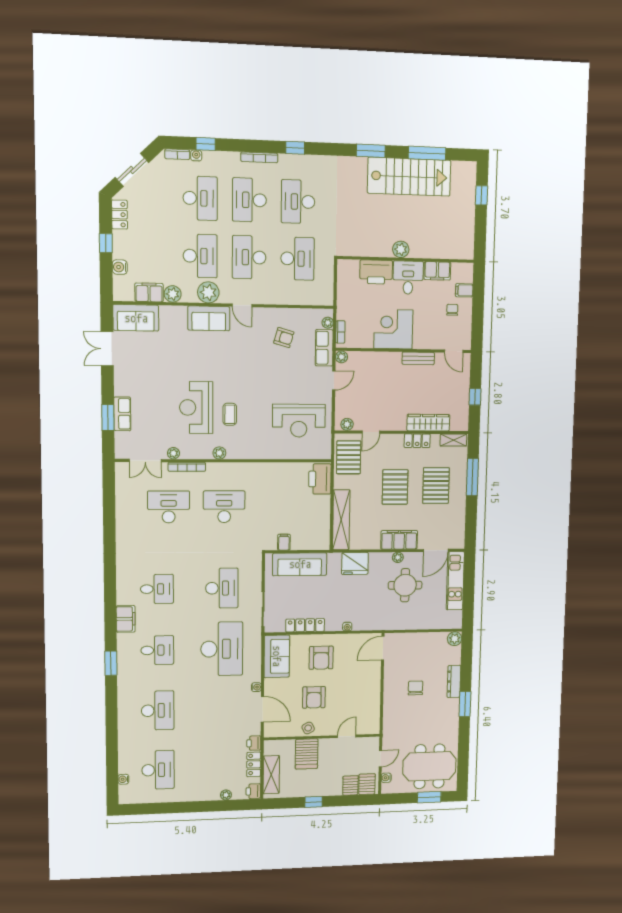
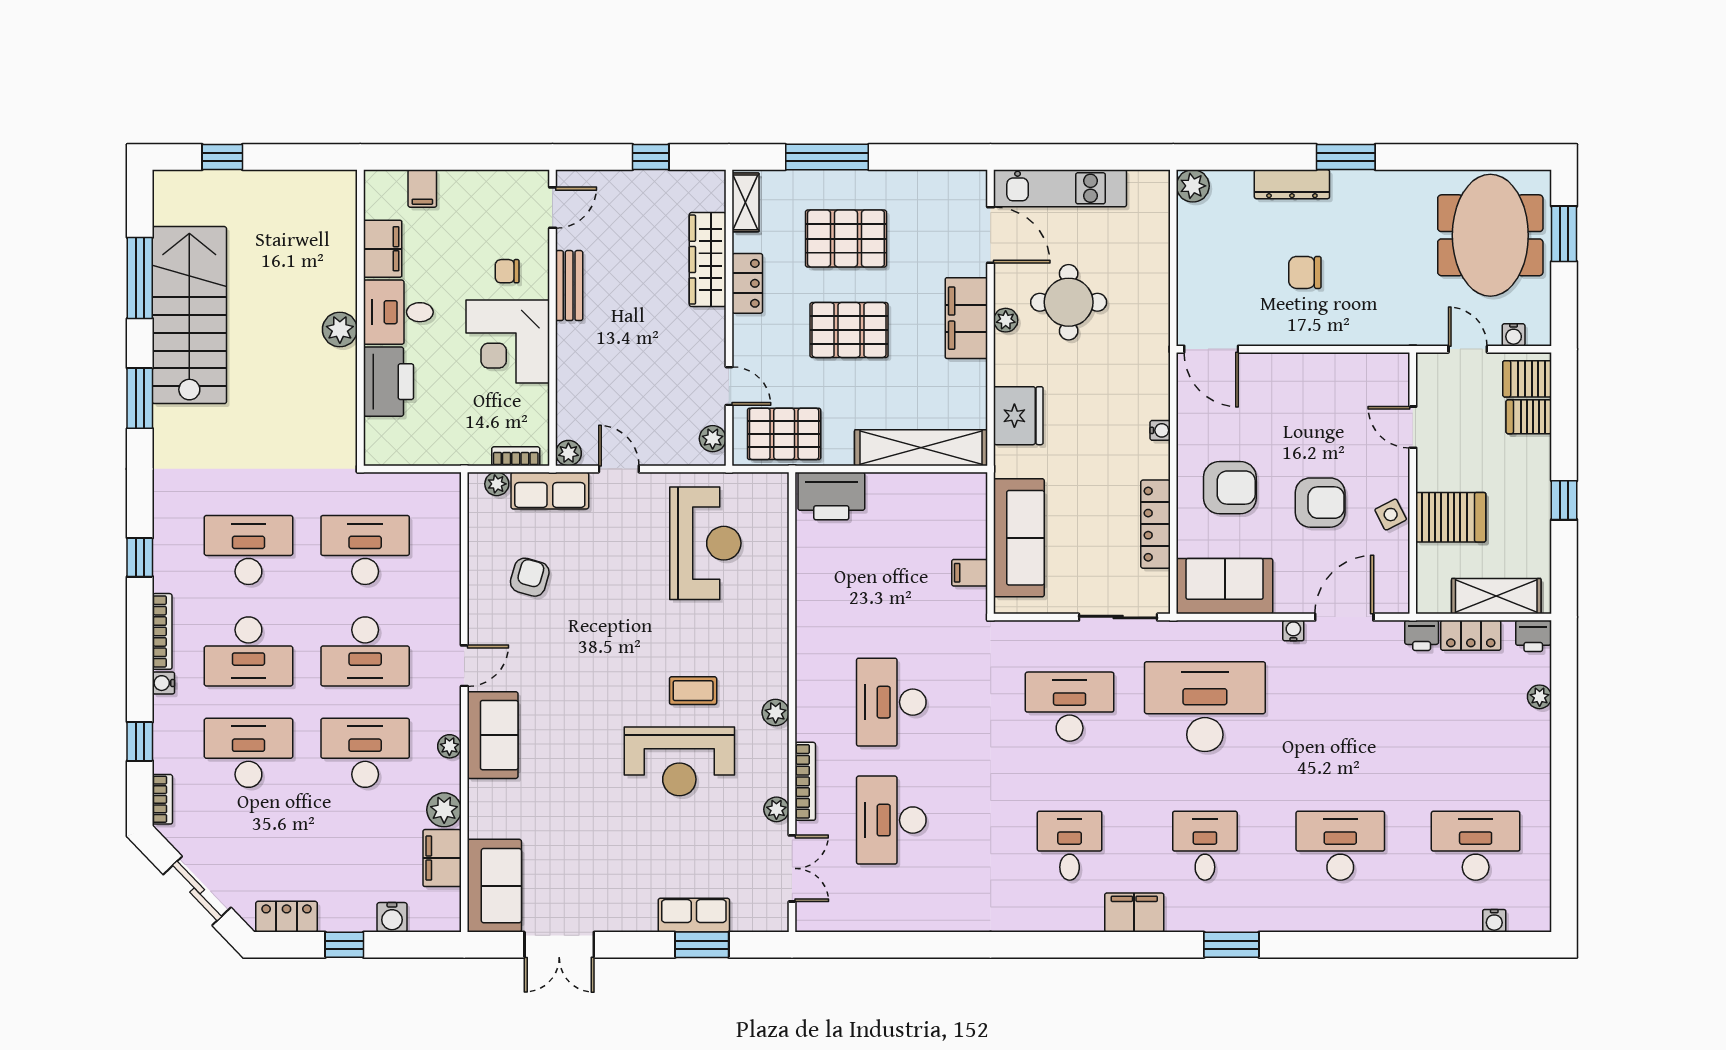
water cooler: (196, 156) -> (163, 683), moved
desk: (298, 202) -> (248, 550), turned 180
plant: (208, 292) -> (449, 746), width x0.53, depth x0.53
chair: (452, 310) -> (507, 271), moved

